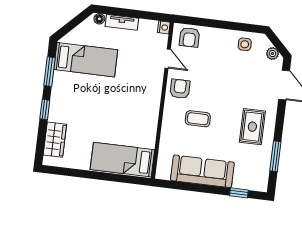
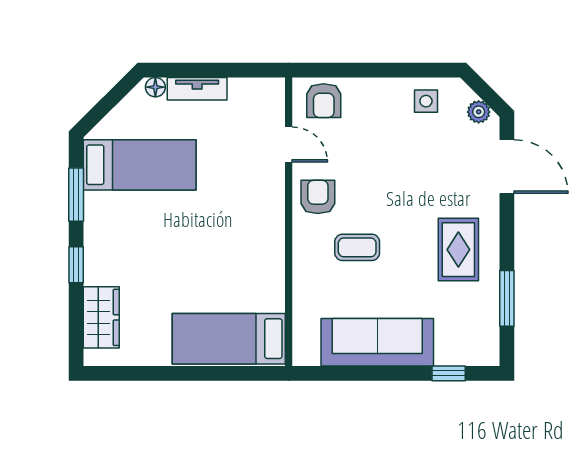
nightstand: (164, 27) -> (275, 89), removed

